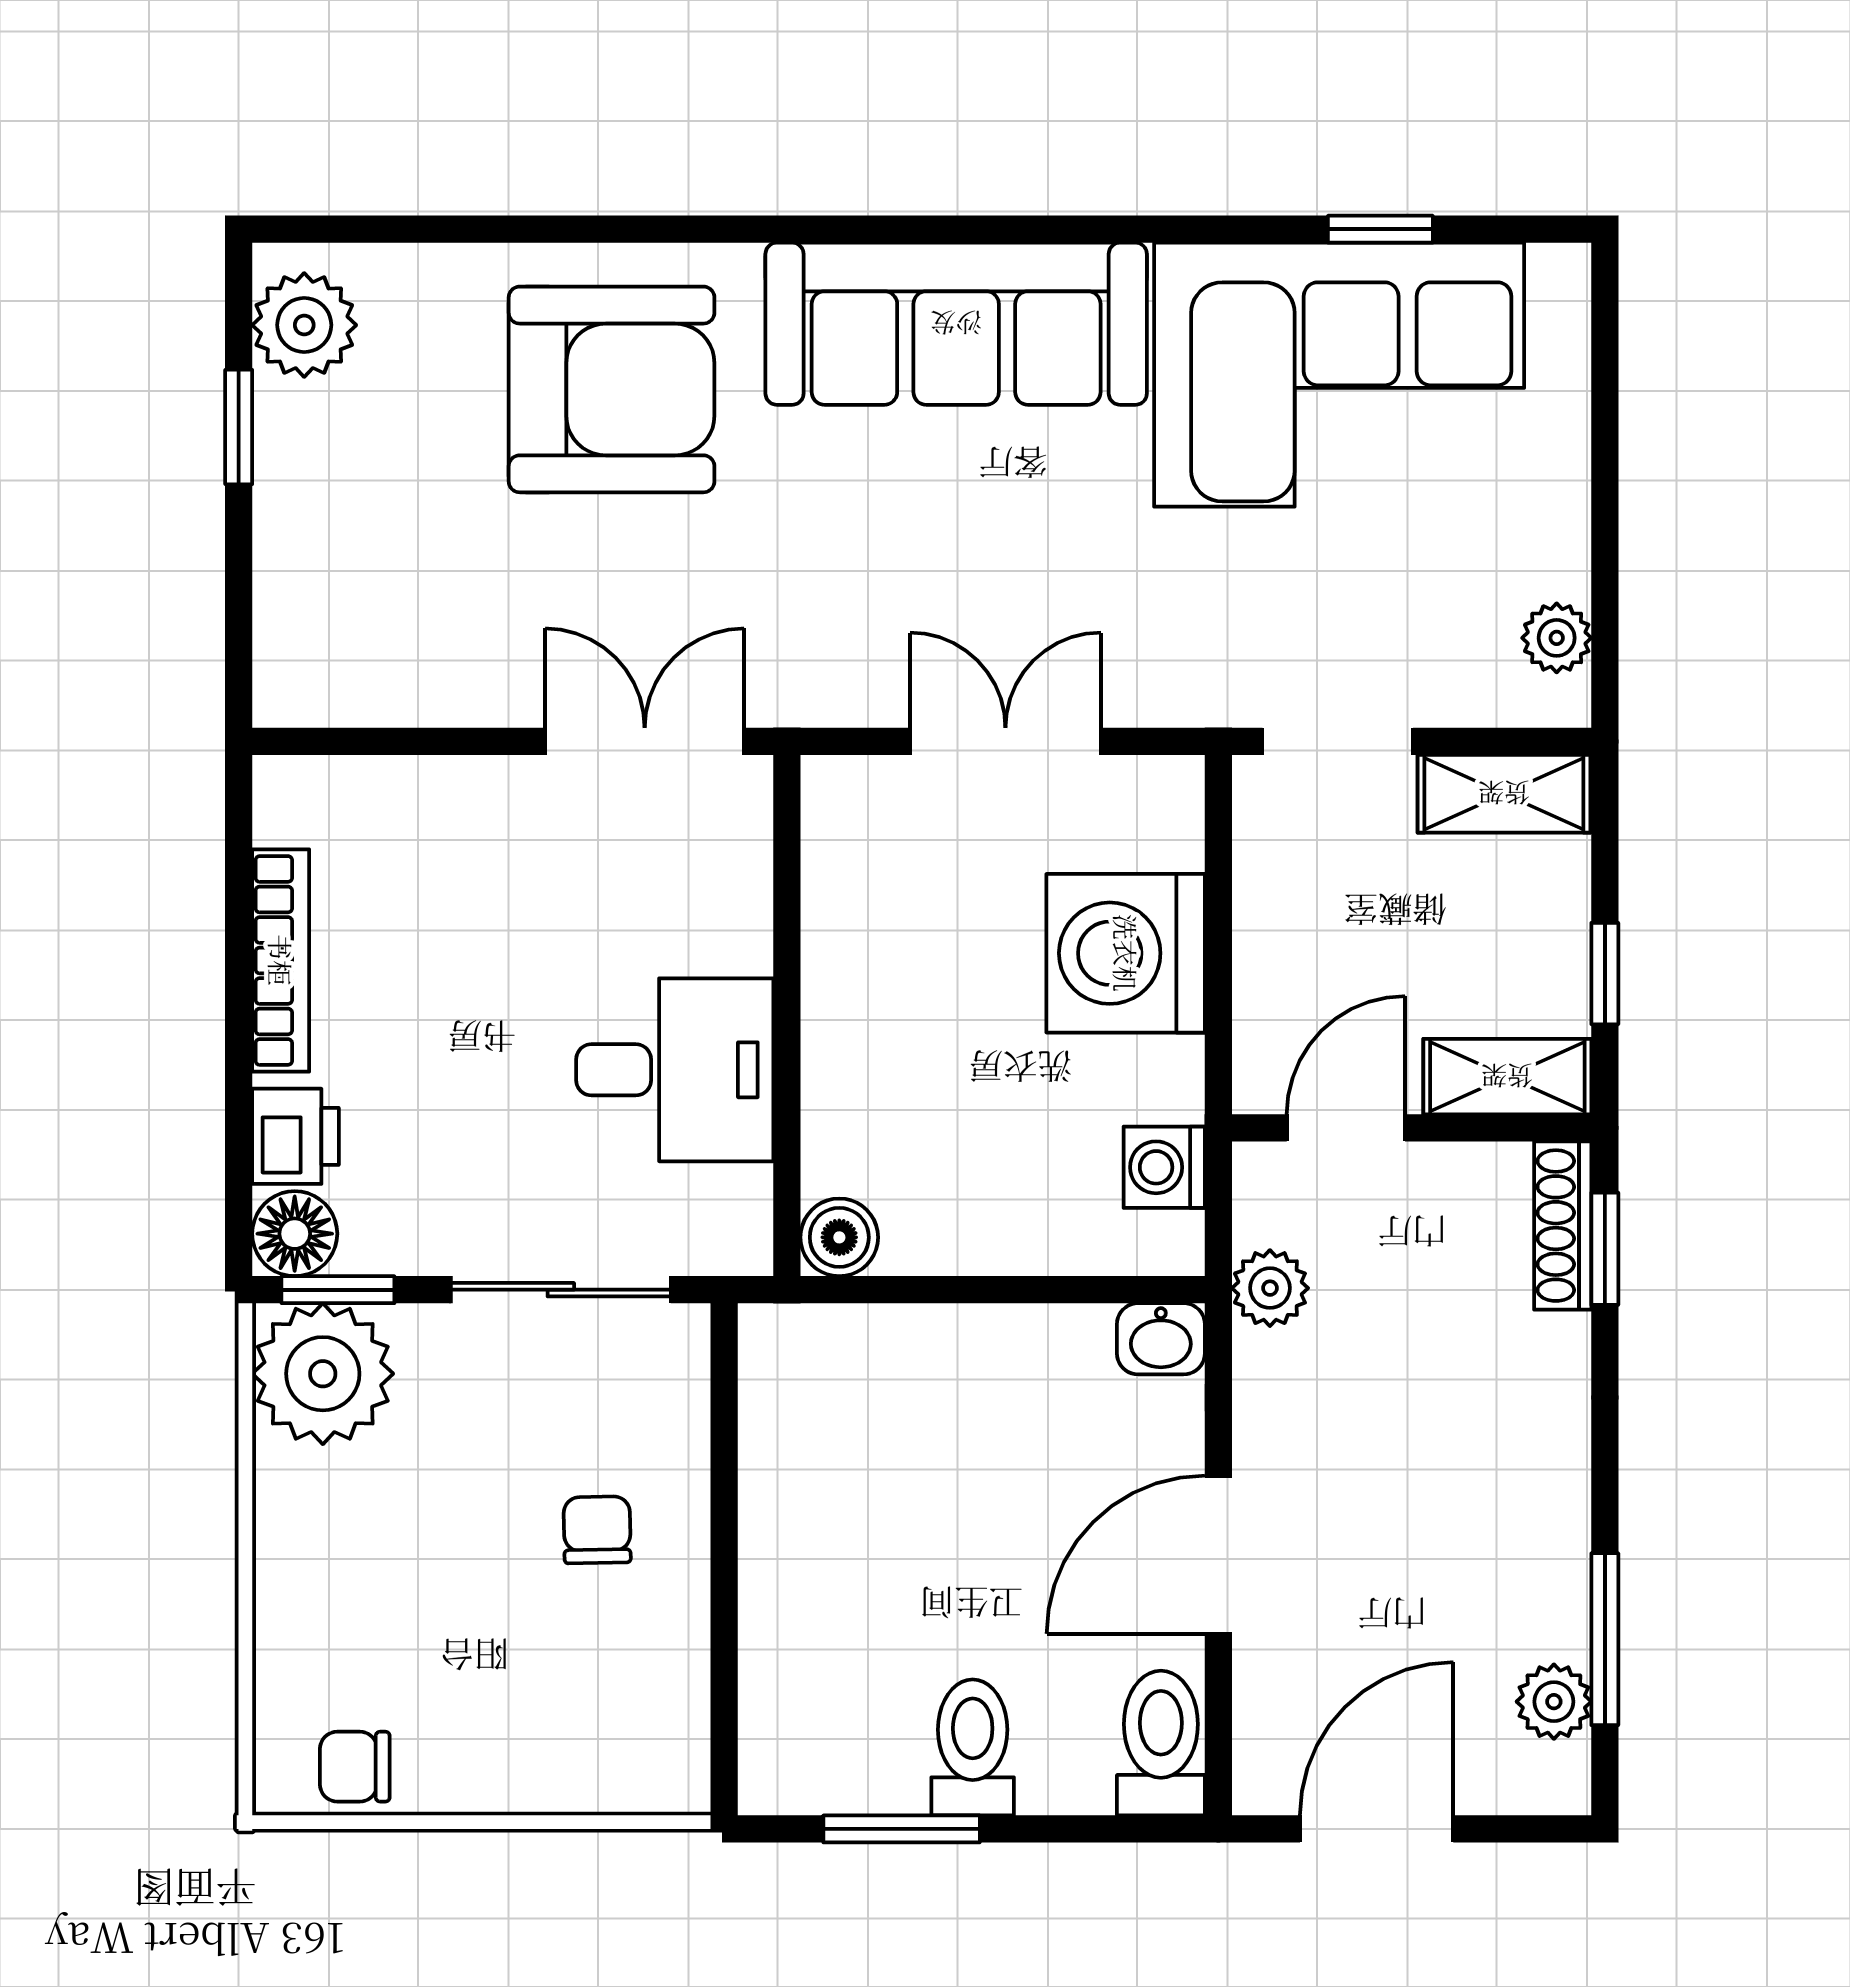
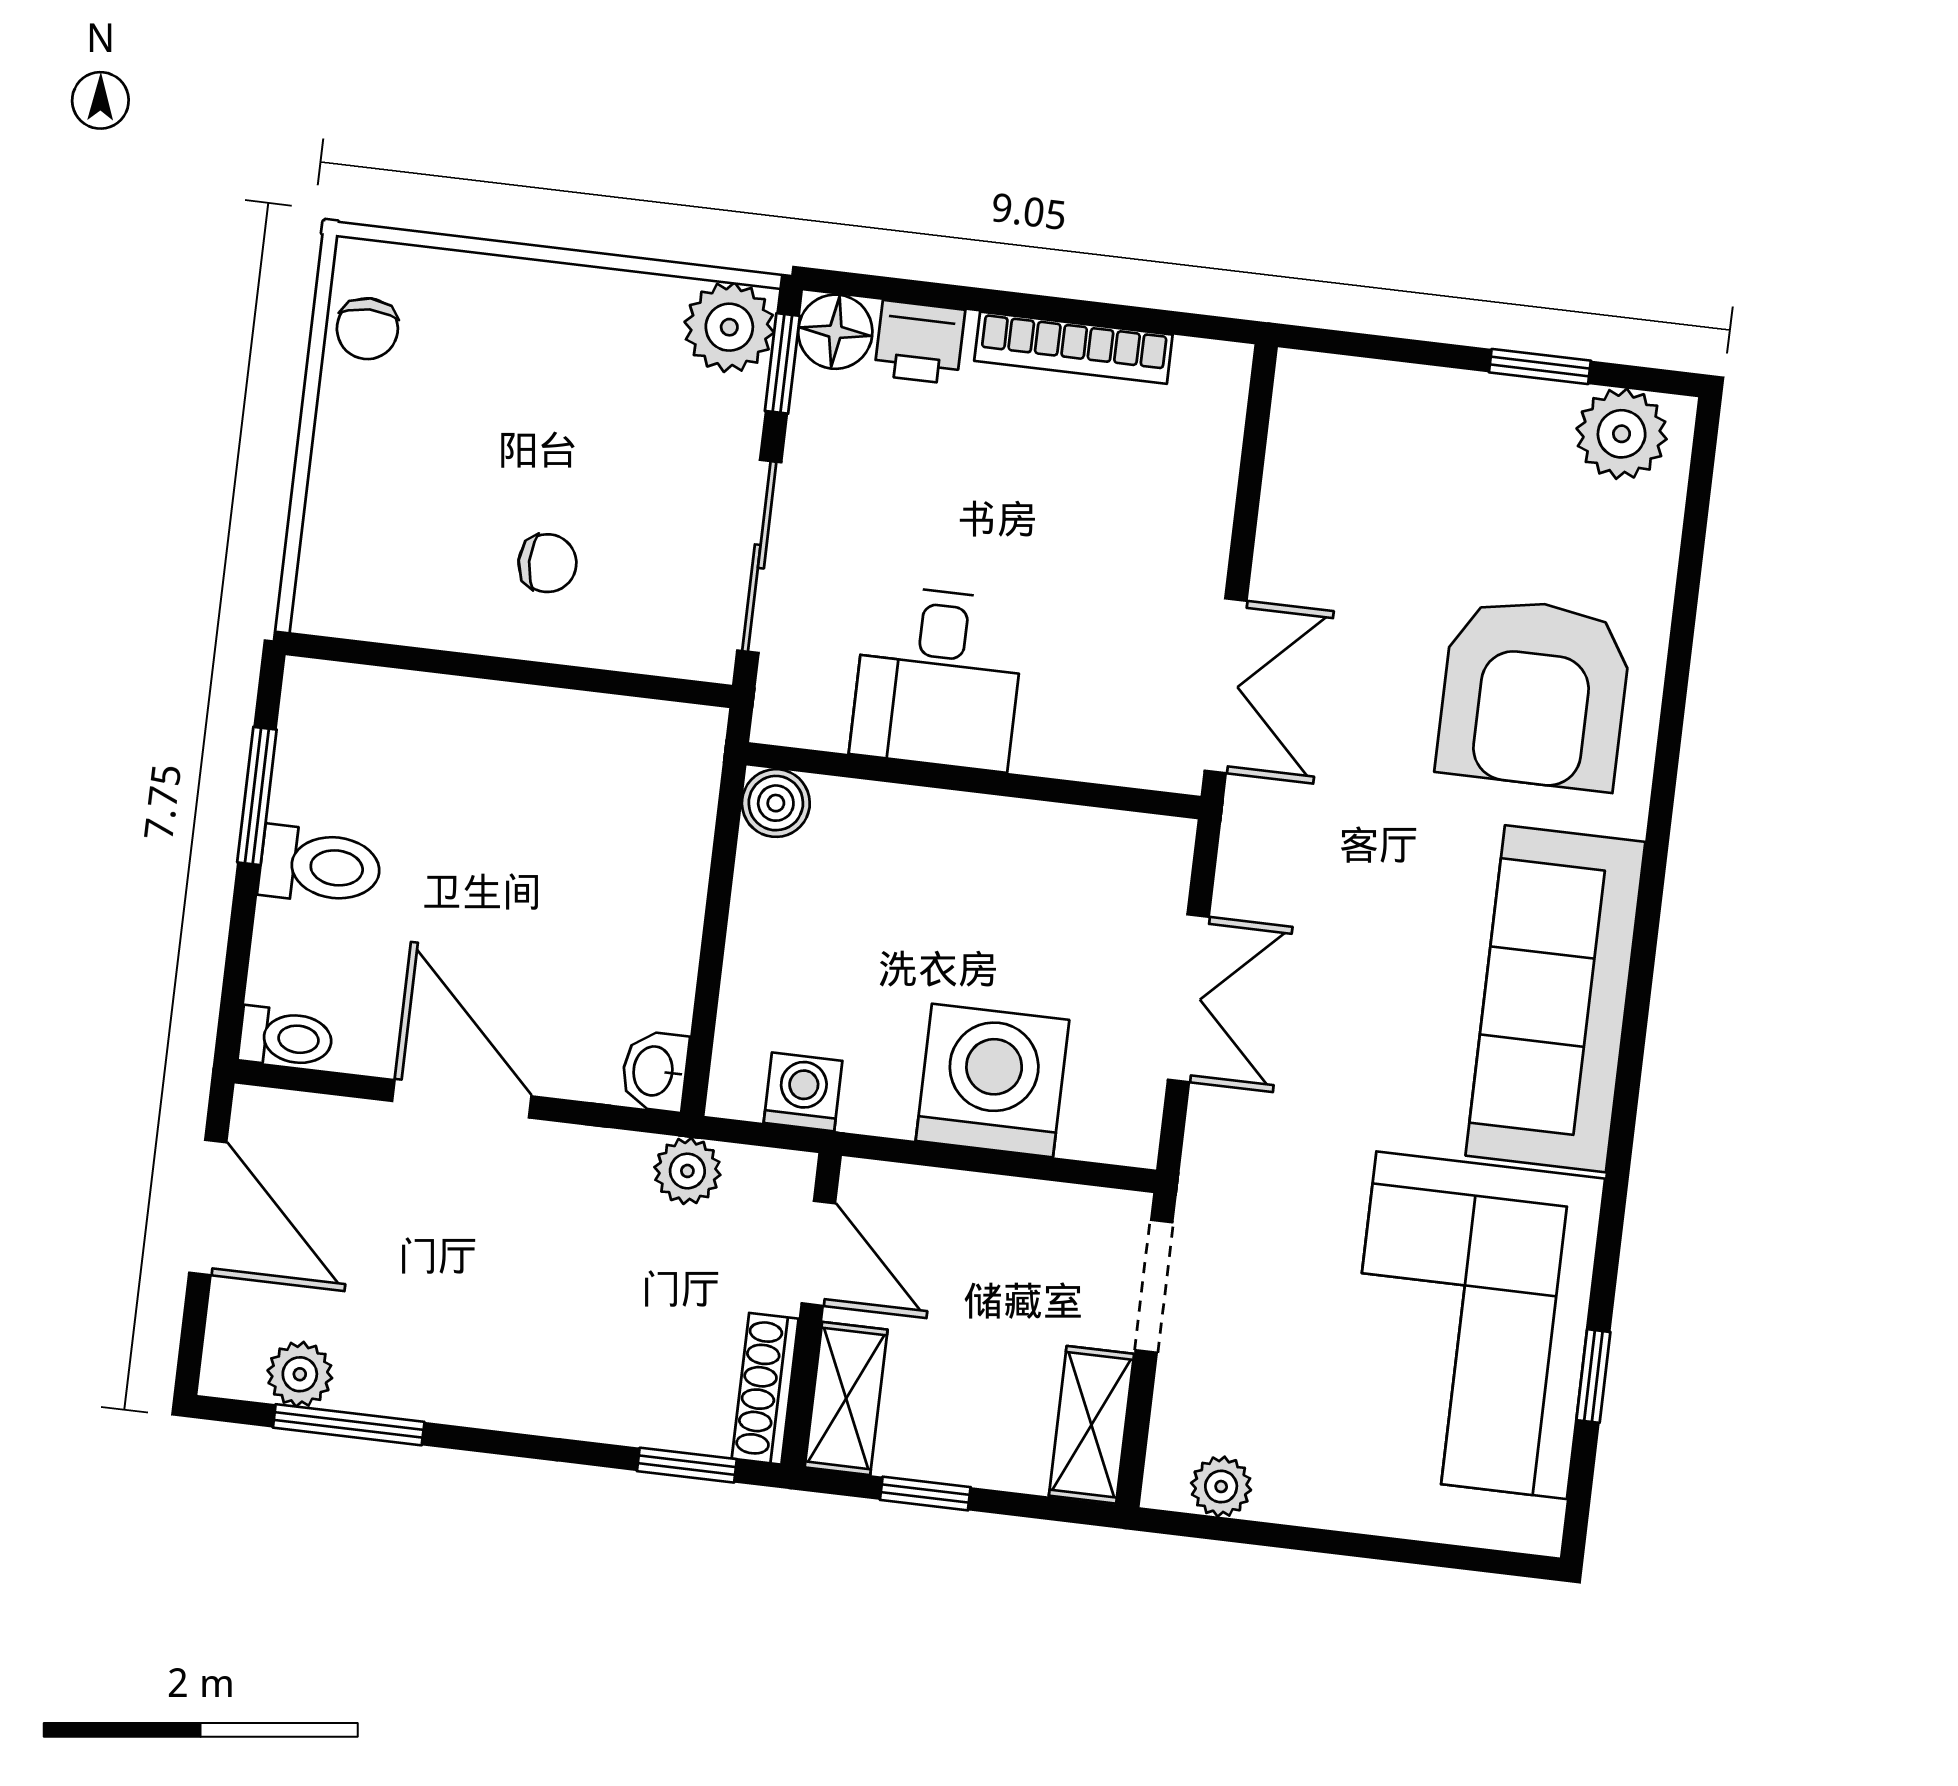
shoe rack: (1563, 1226) -> (765, 1389), moved, turned -90
plant: (323, 1374) -> (729, 327), width x0.73, depth x0.73
toilet: (1161, 1743) -> (286, 1038), width x0.73, depth x0.72
chair: (355, 1767) -> (367, 329), turned 180

